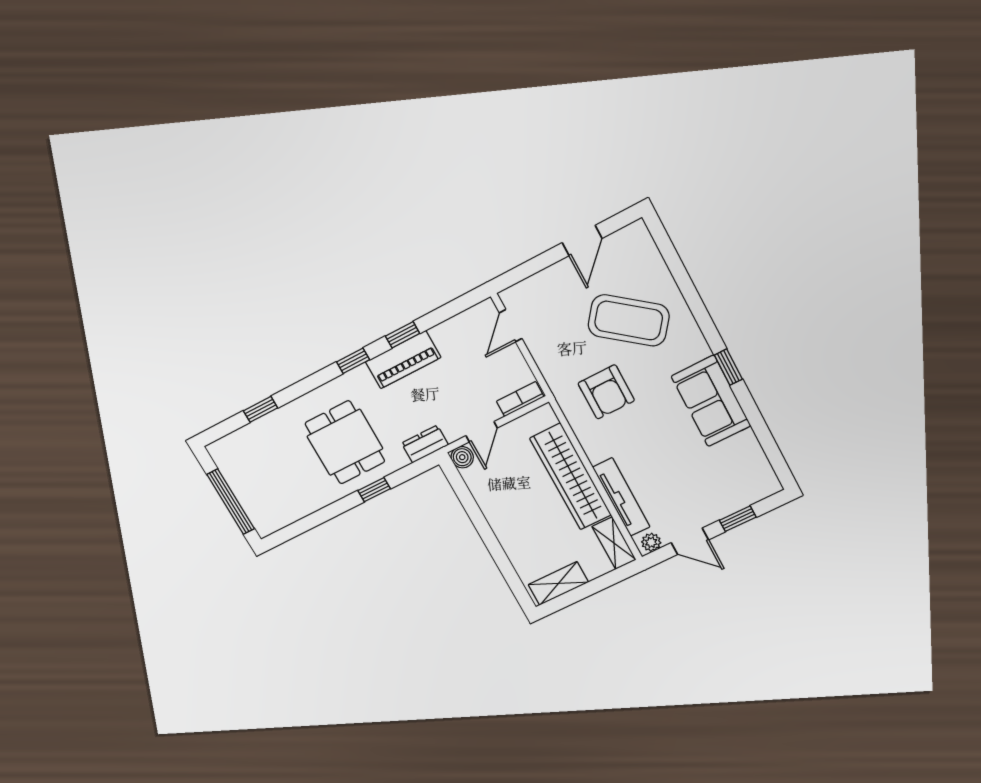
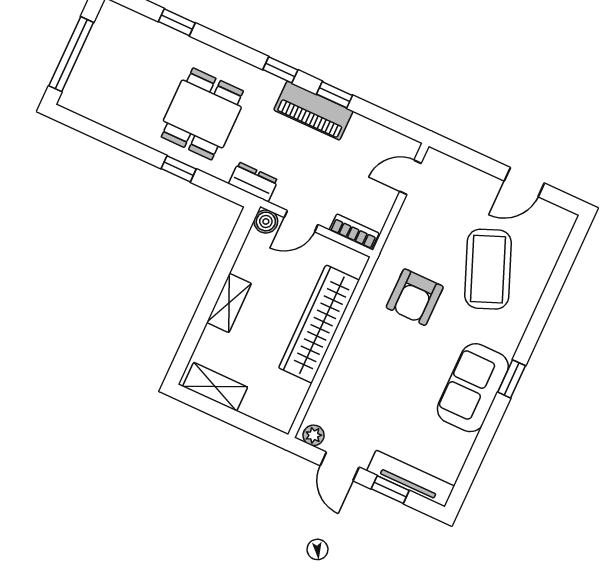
coffee table: (629, 320) -> (488, 269), turned 30
tv unit: (621, 497) -> (411, 478), moved, turned -90
shelving: (614, 543) -> (229, 303), moved

